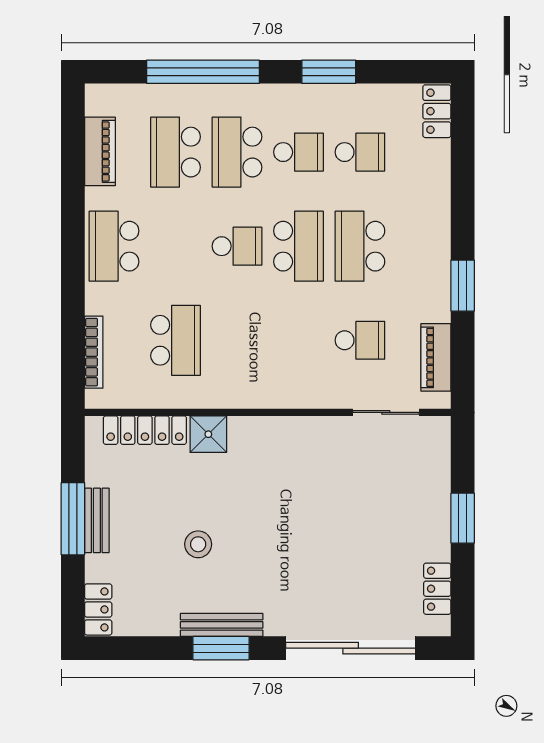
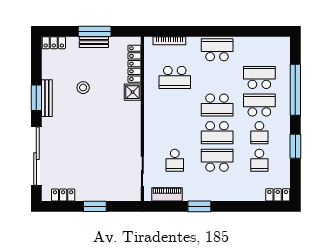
piano: (100, 151) -> (260, 43), removed
school desk: (237, 246) -> (217, 105), width x1.85

